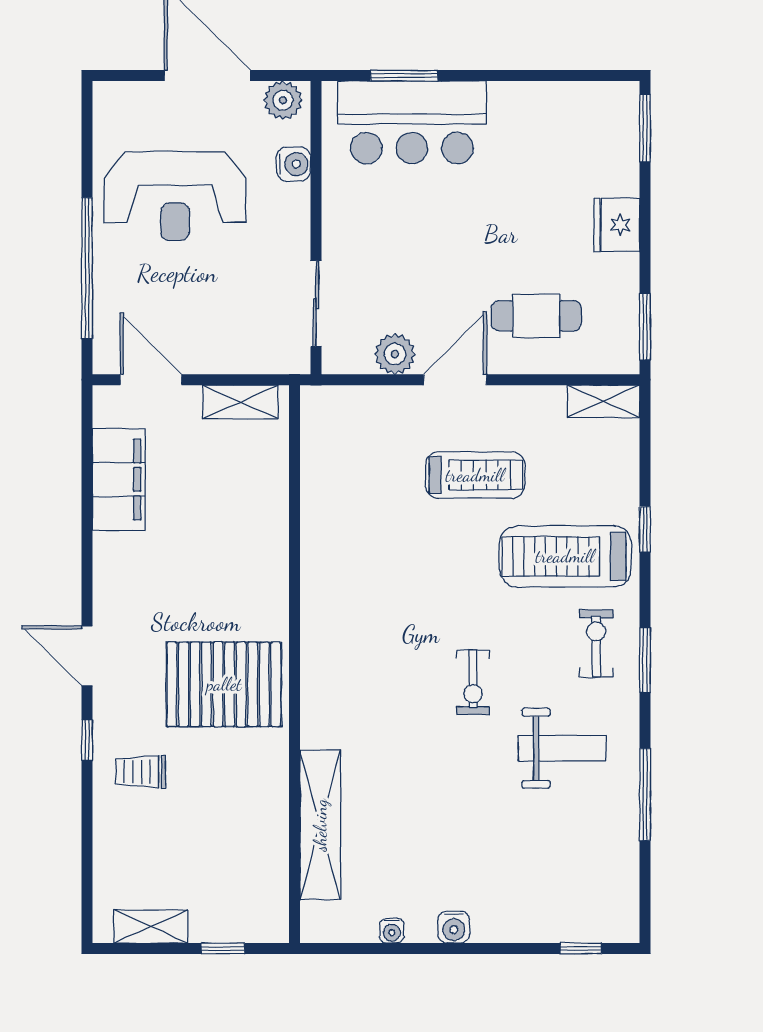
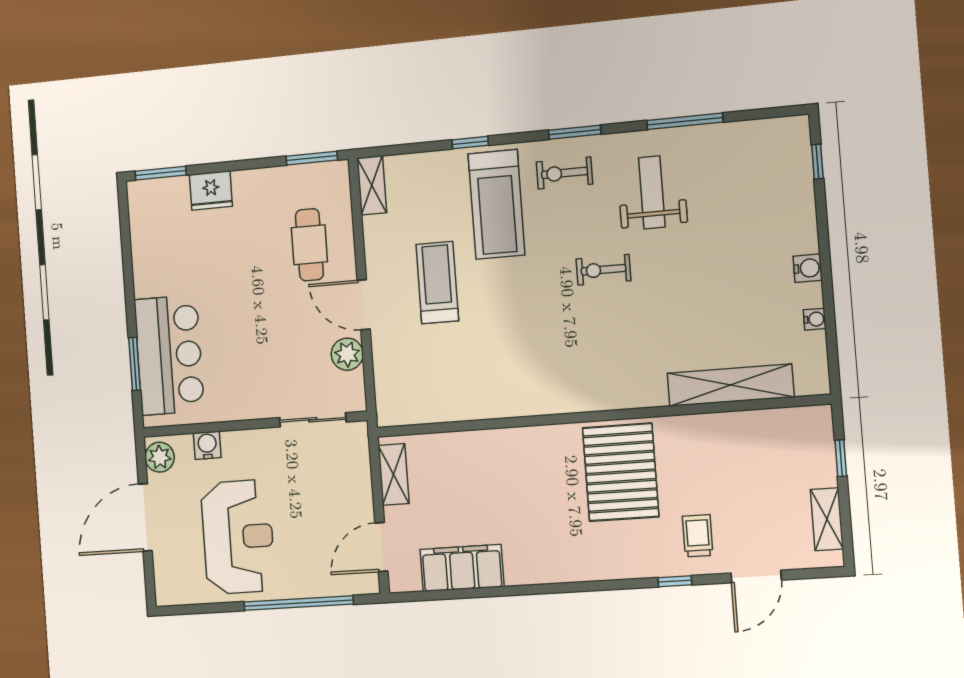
fridge: (617, 225) -> (211, 190), moved
door: (87, 656) -> (756, 577), moved
exercise bike: (473, 682) -> (603, 270), turned 180
trolley: (141, 772) -> (698, 536), turned 180

